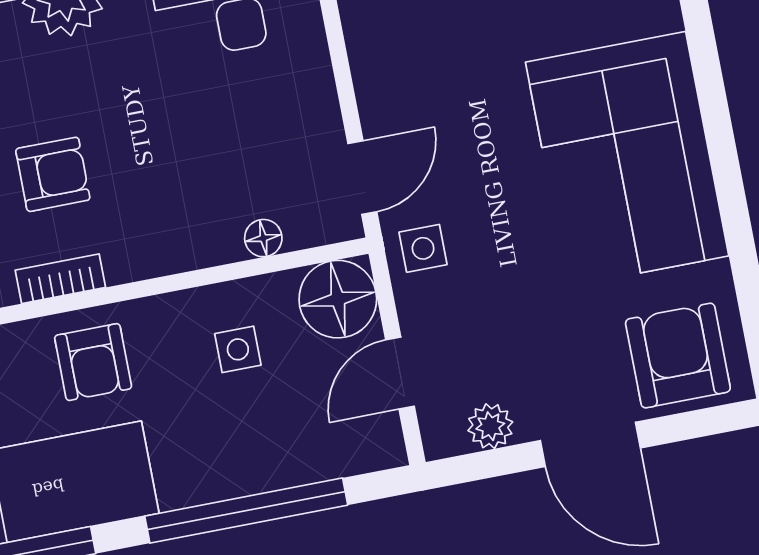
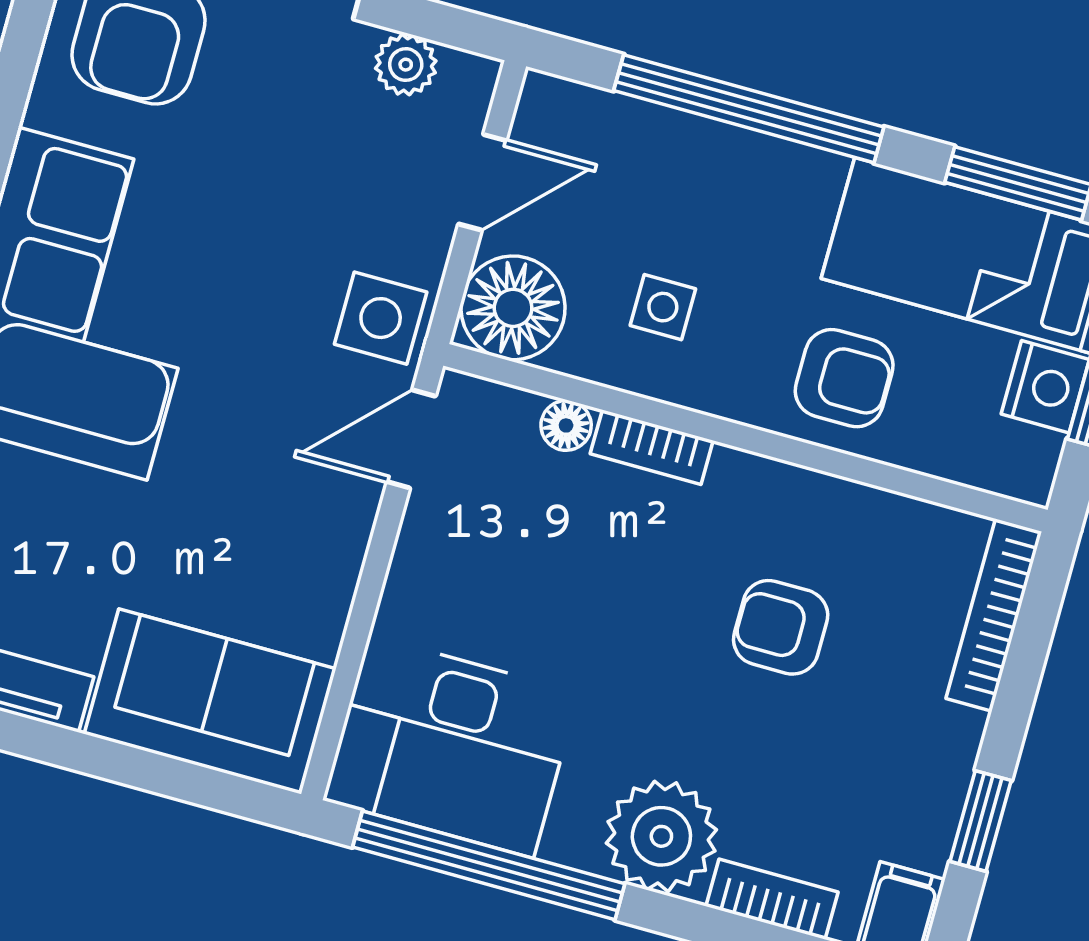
side table: (423, 248) -> (381, 318), width x1.37, depth x1.37
bookcase: (60, 279) -> (652, 447), moved
armchair: (93, 362) -> (844, 378), turned 90

